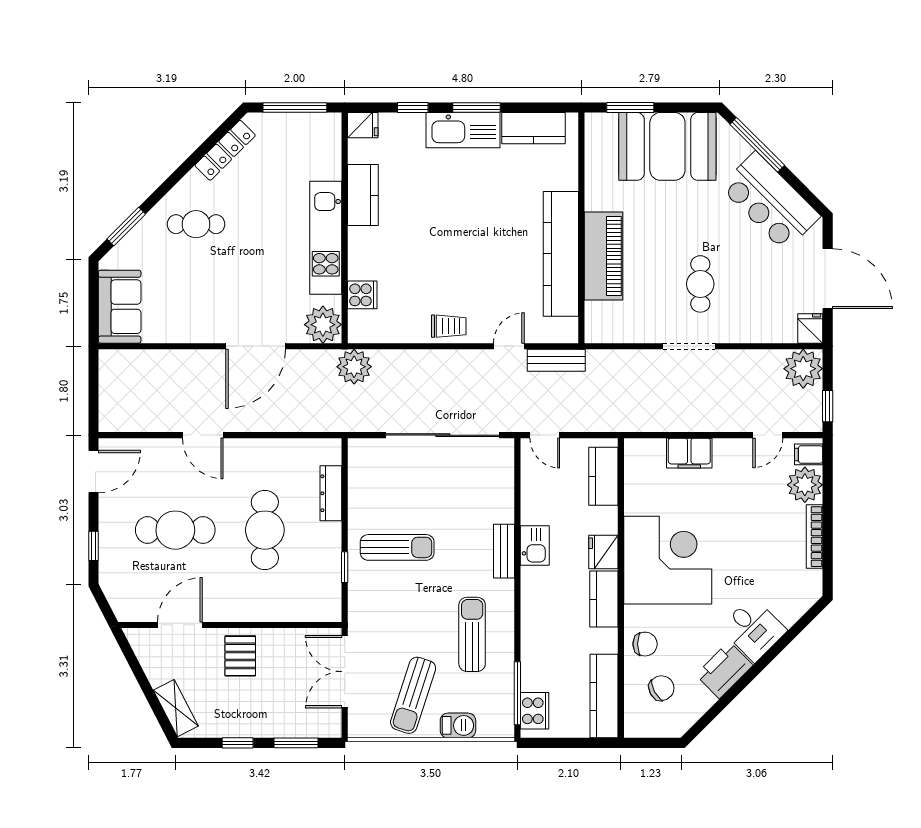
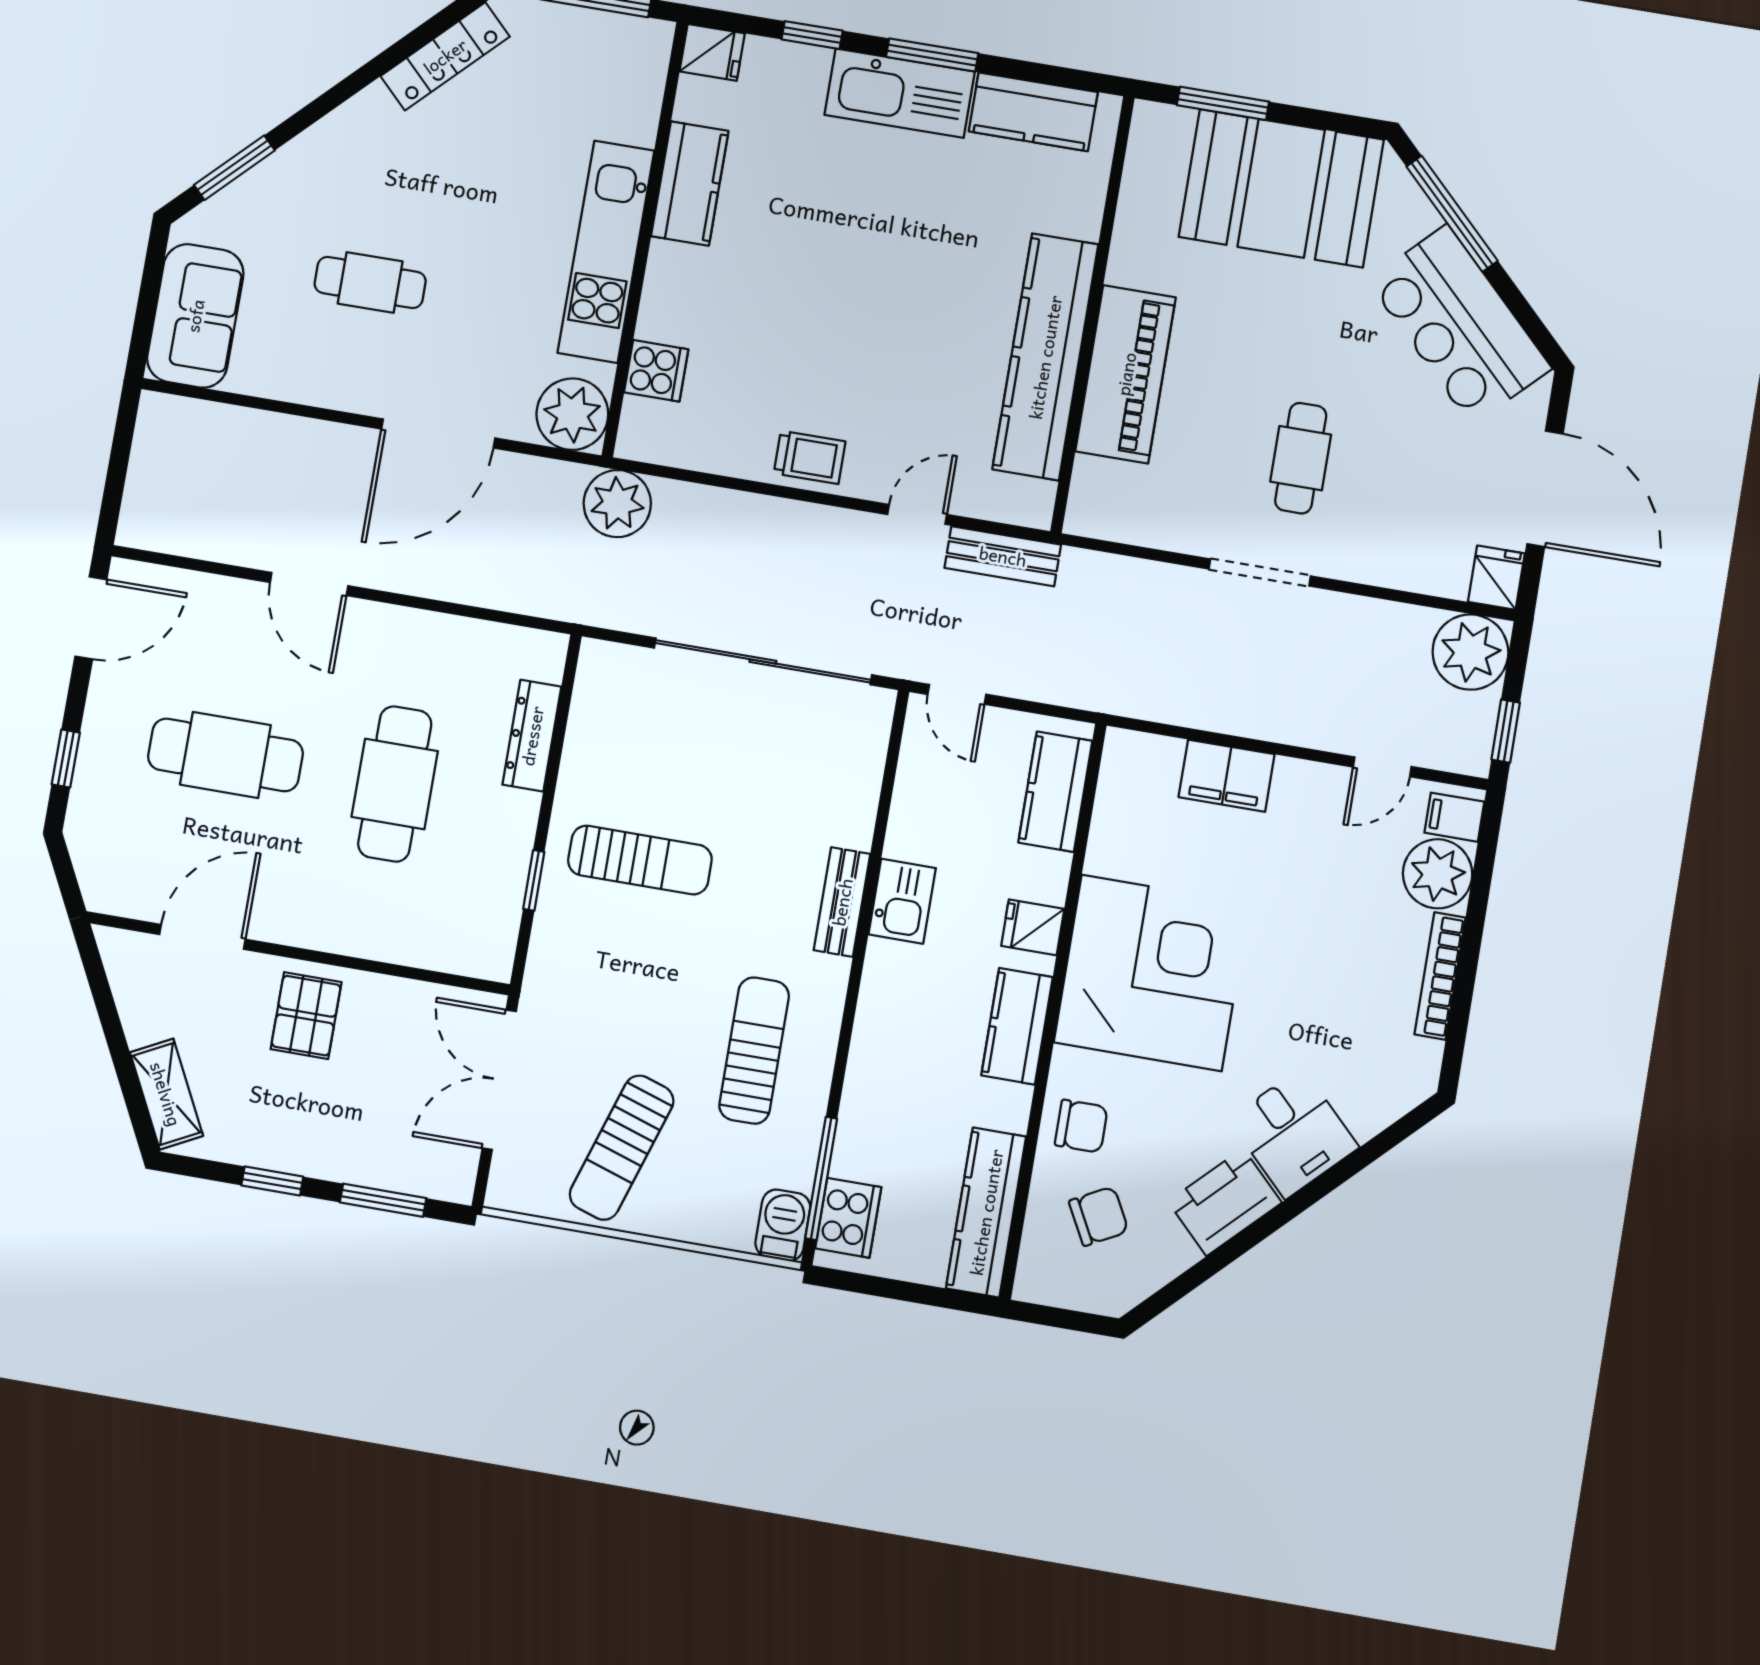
cafe table: (196, 224) -> (370, 282), moved
fridge: (603, 552) -> (1033, 927), width x0.72
barbecue: (458, 725) -> (783, 1225), moved, turned -90

